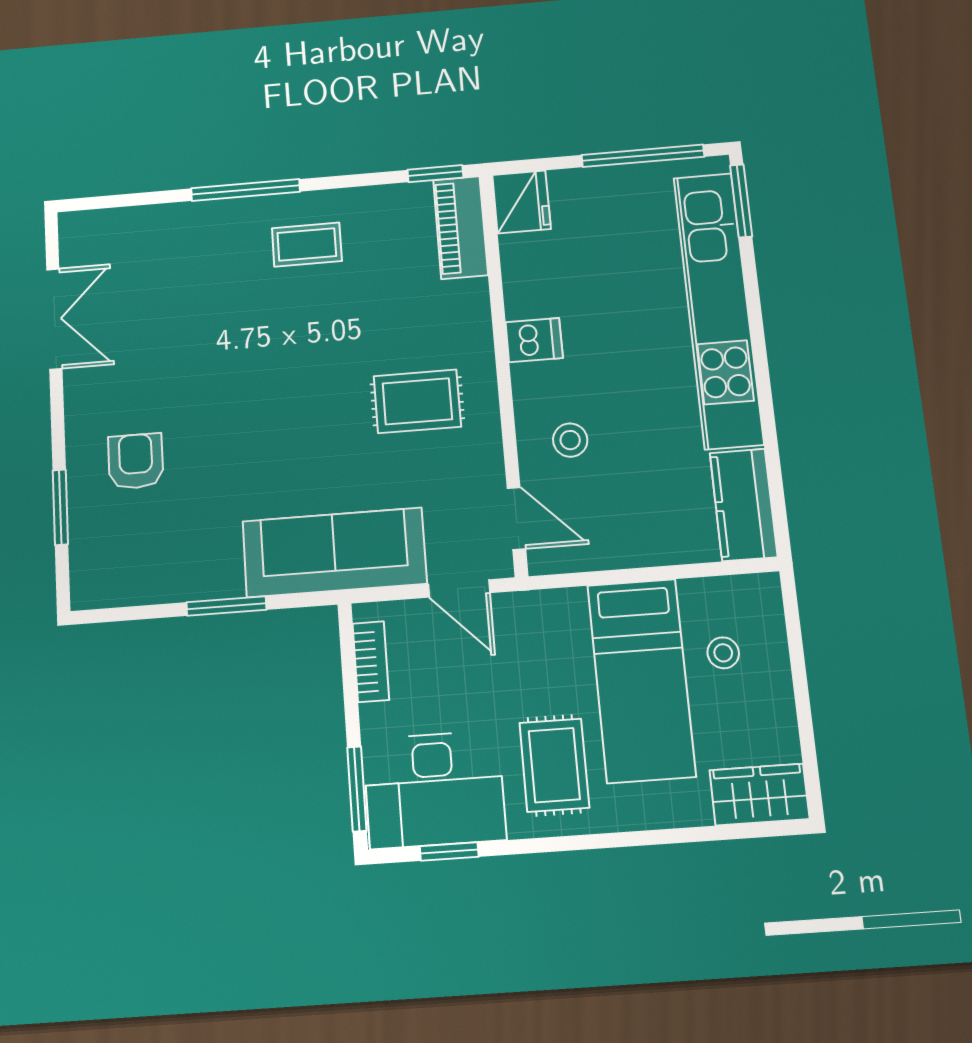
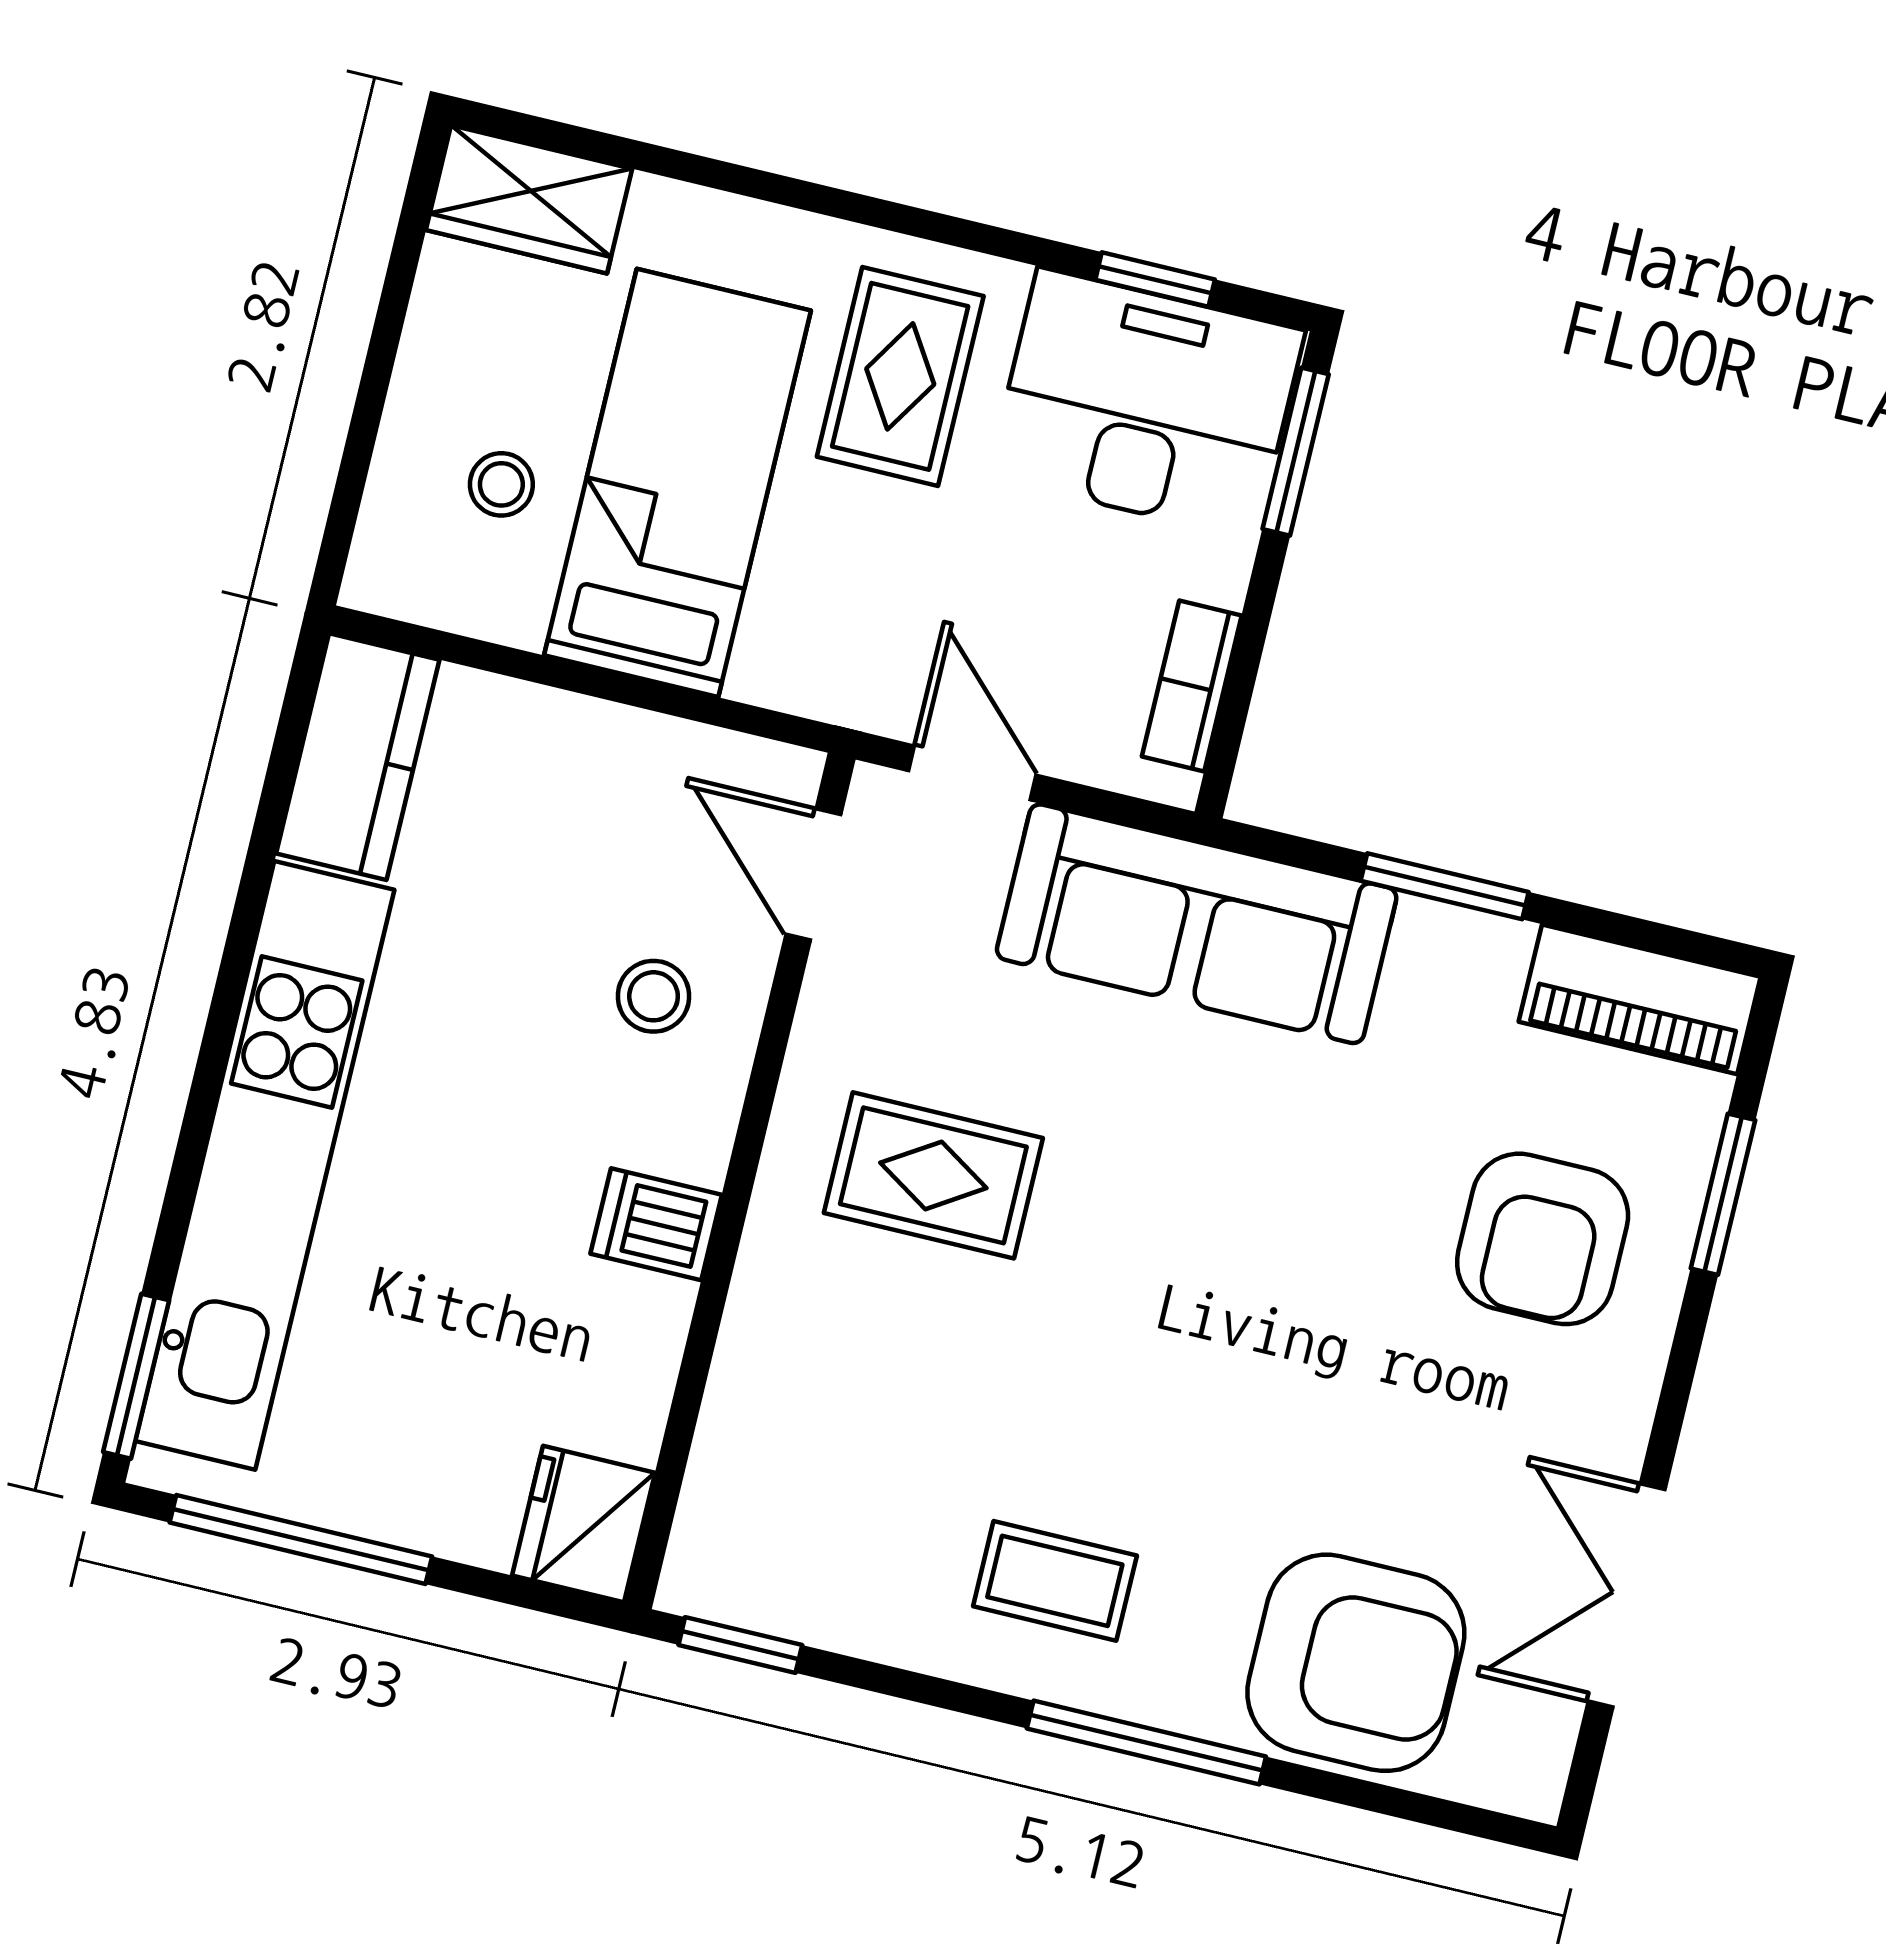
piano: (460, 227) -> (1640, 999), moved, turned 90
armchair: (165, 252) -> (1356, 1663), added
armchair: (136, 461) -> (1543, 1239), width x1.38, depth x1.38

